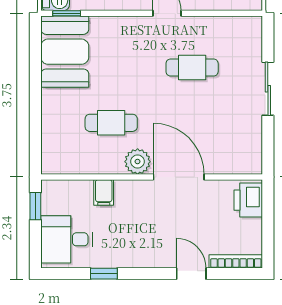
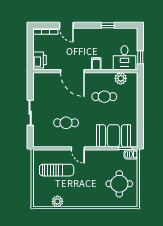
booth: (65, 52) -> (114, 136), moved, turned 90
plant: (138, 162) -> (121, 78), moved
filing cabinet: (104, 192) -> (96, 64), moved
desk: (66, 239) -> (124, 58), moved, turned 90

